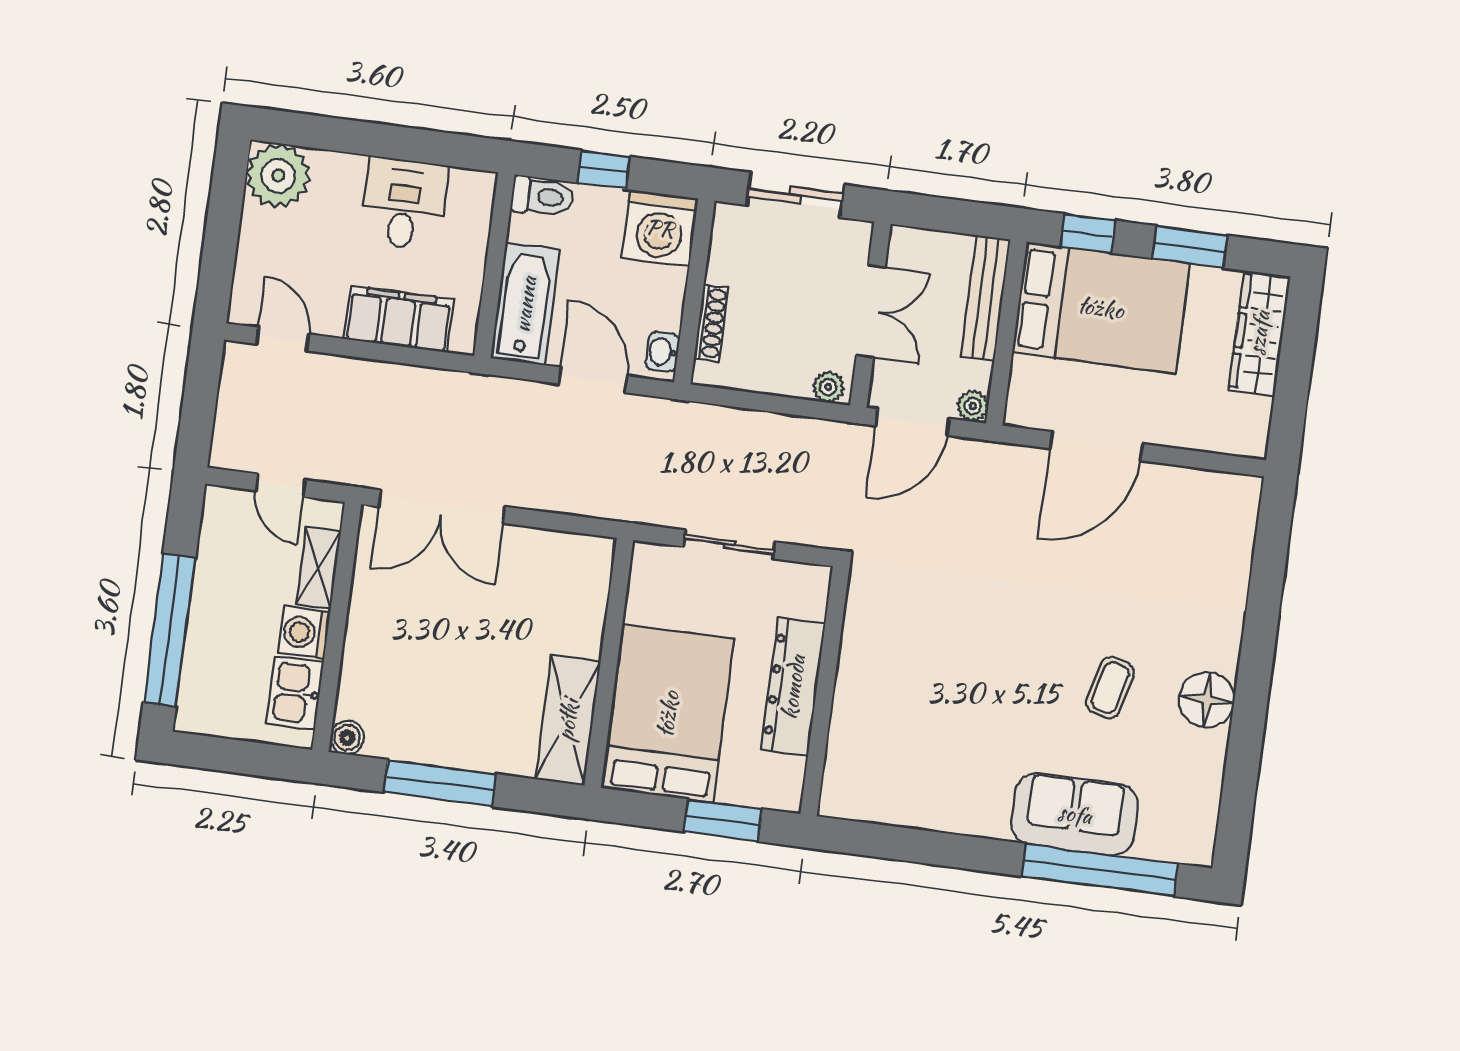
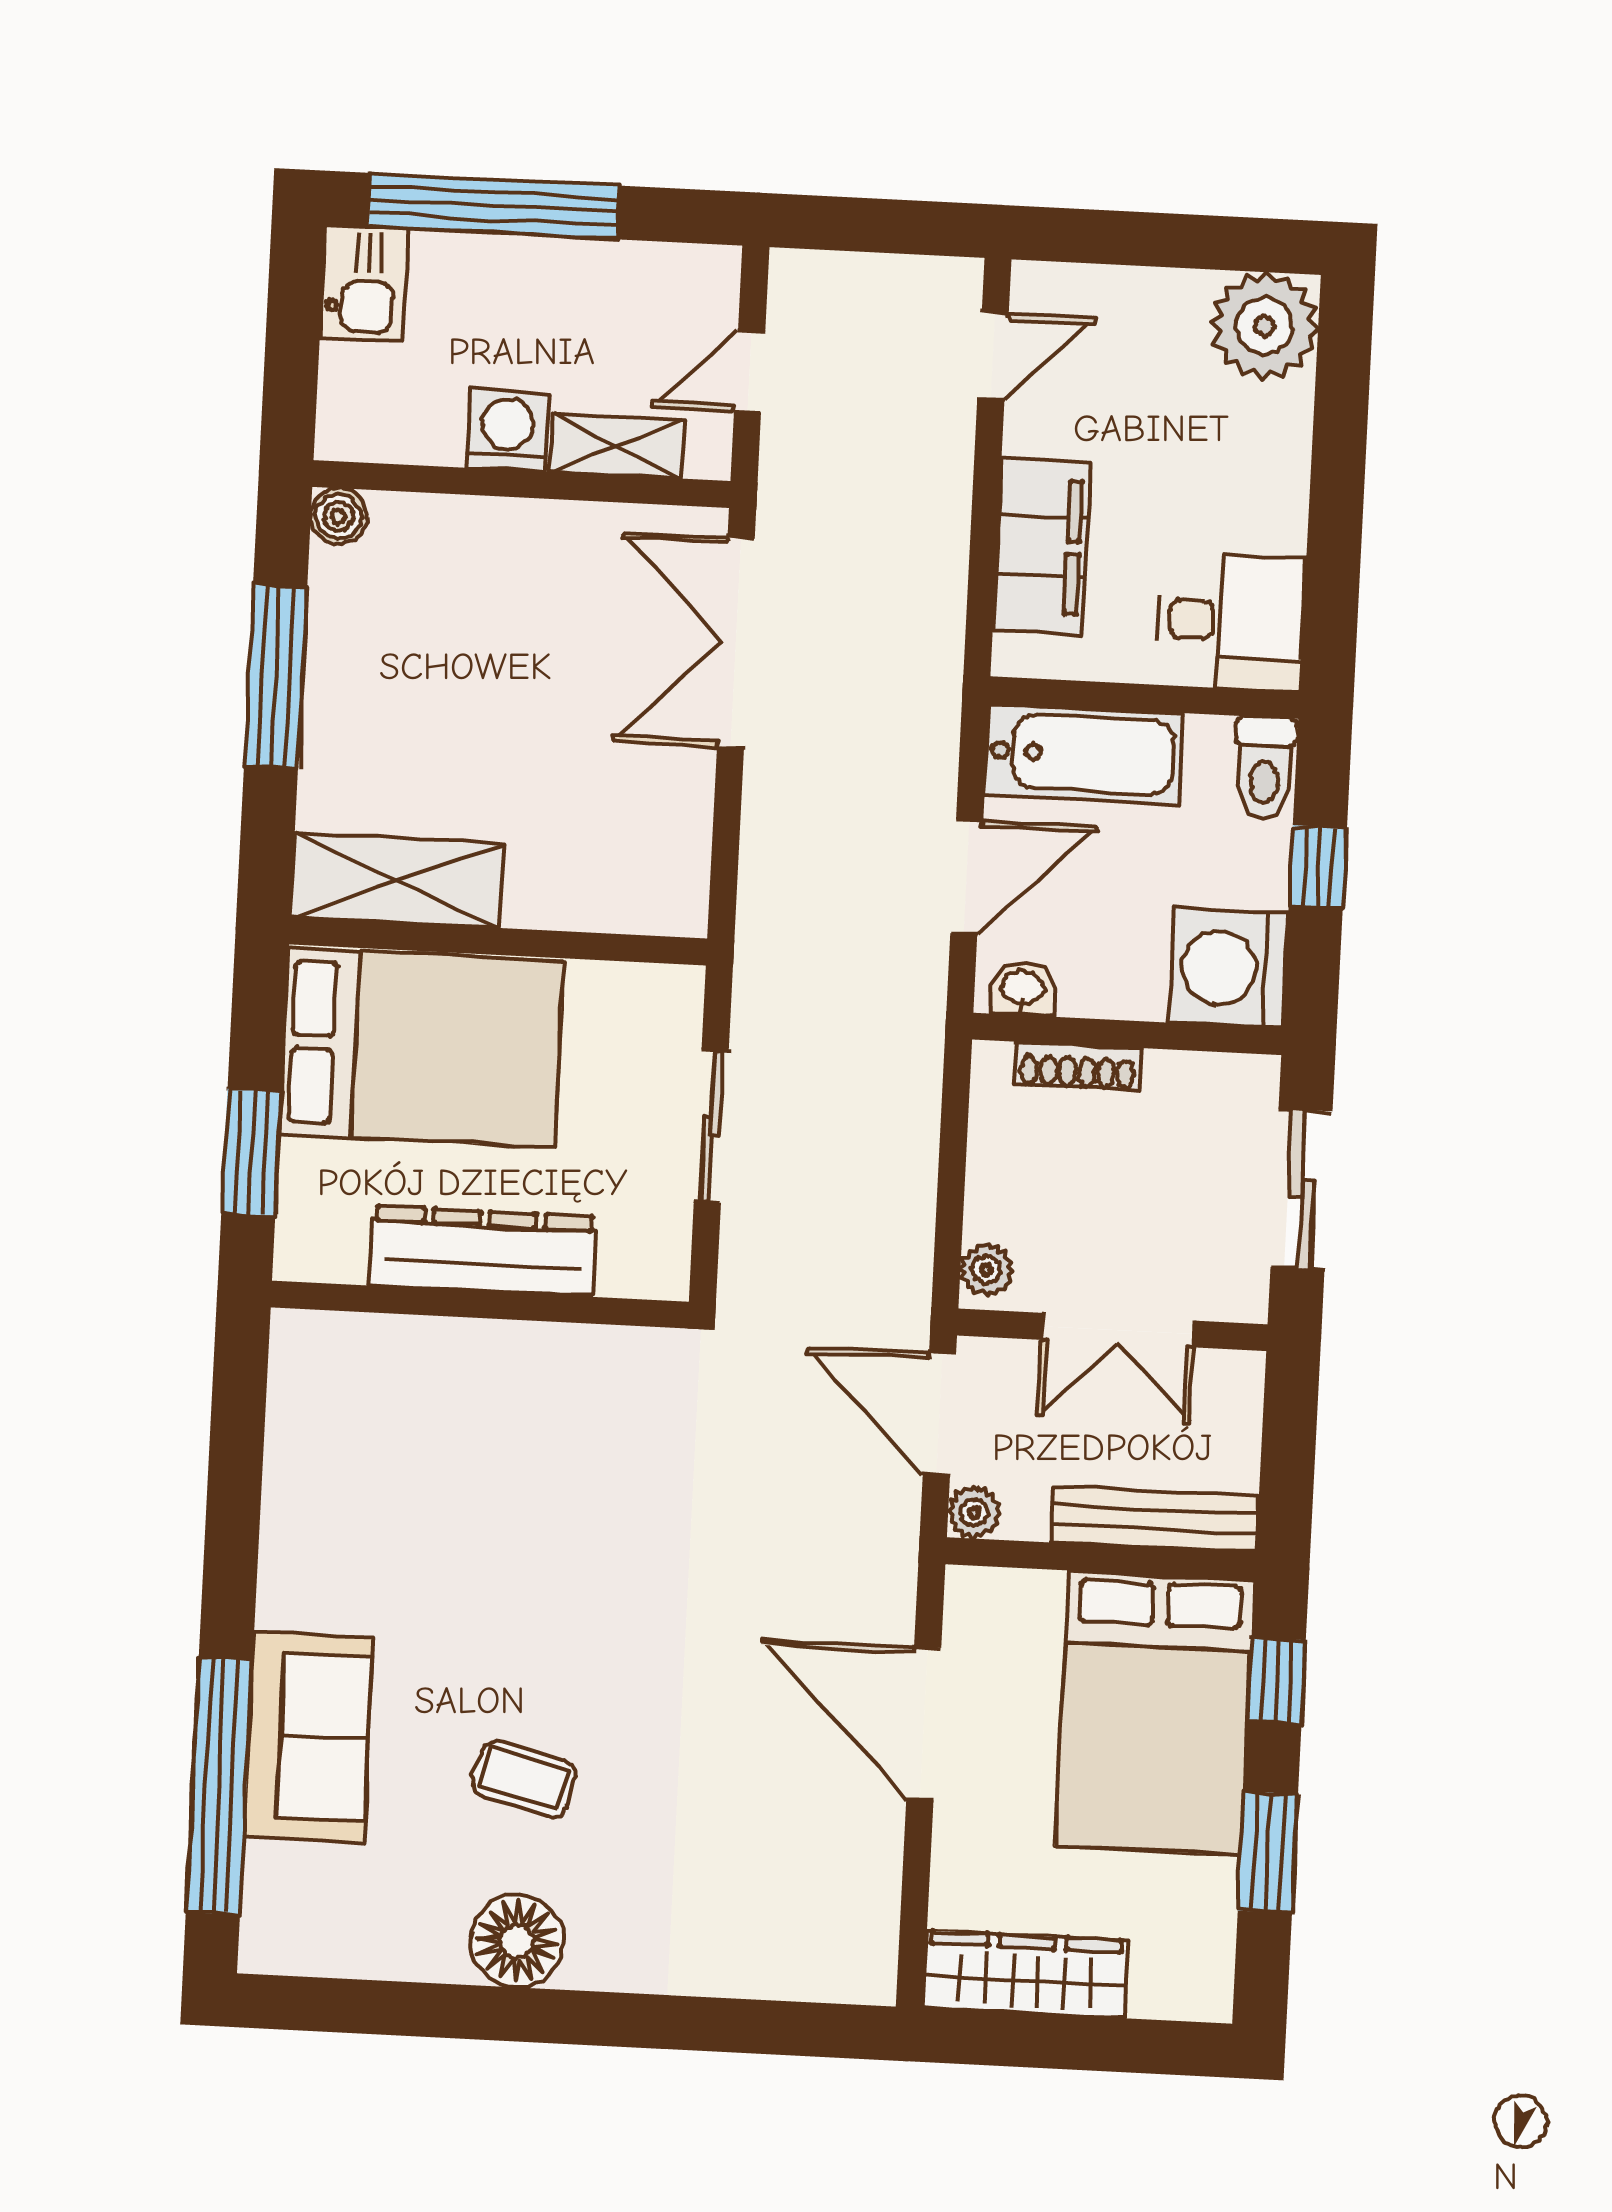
desk: (404, 204) -> (1231, 621), moved
wardrobe: (1259, 333) -> (1025, 1974), moved
kitchen sink: (295, 693) -> (364, 284), moved, turned 90

